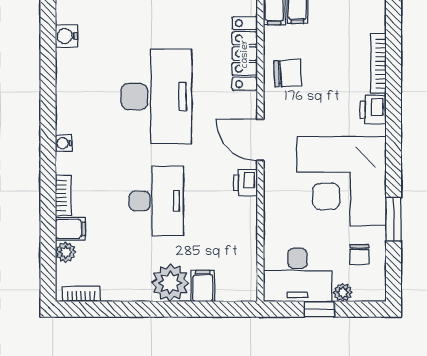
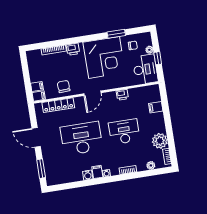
water cooler: (66, 36) -> (88, 175), moved
printer: (245, 183) -> (122, 95), moved
filing cabinet: (70, 229) -> (97, 172), moved
plant: (170, 283) -> (160, 141), moved

